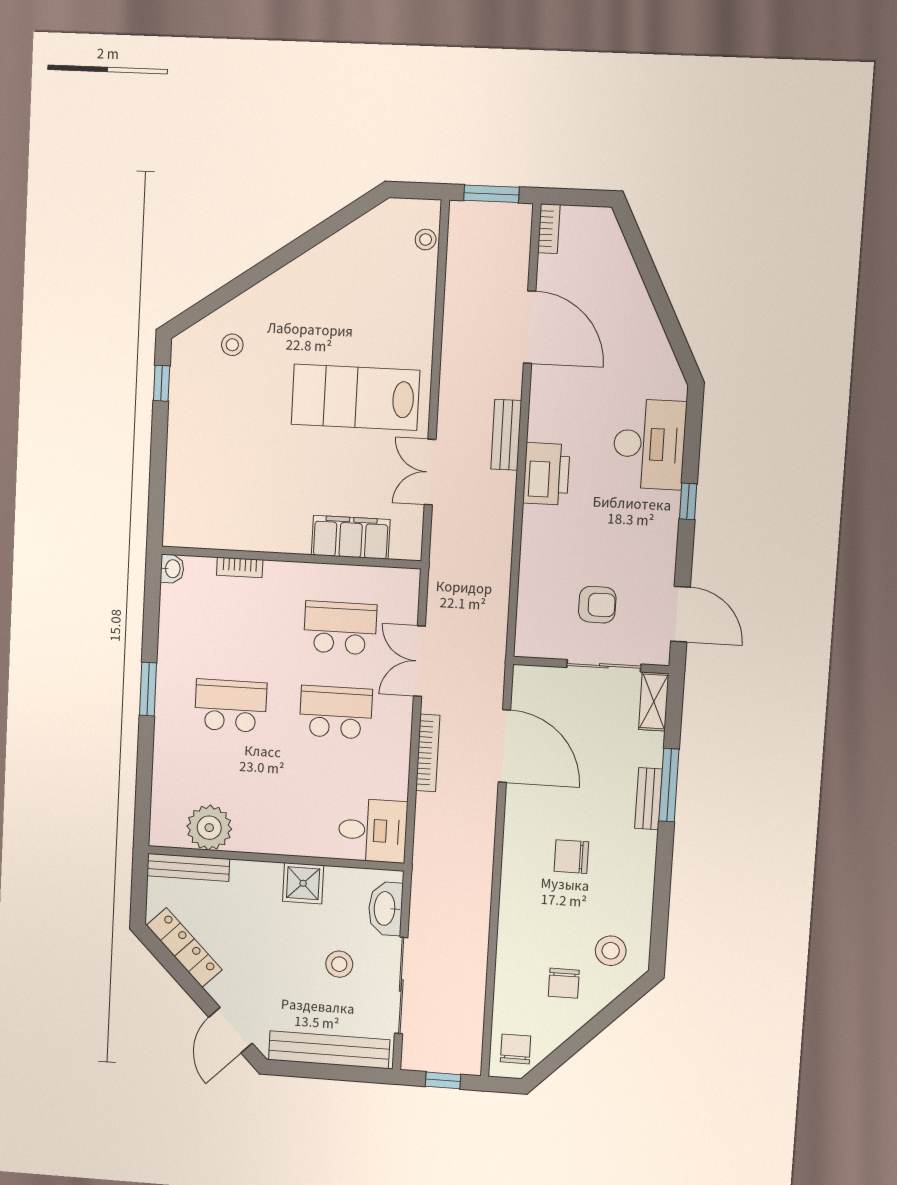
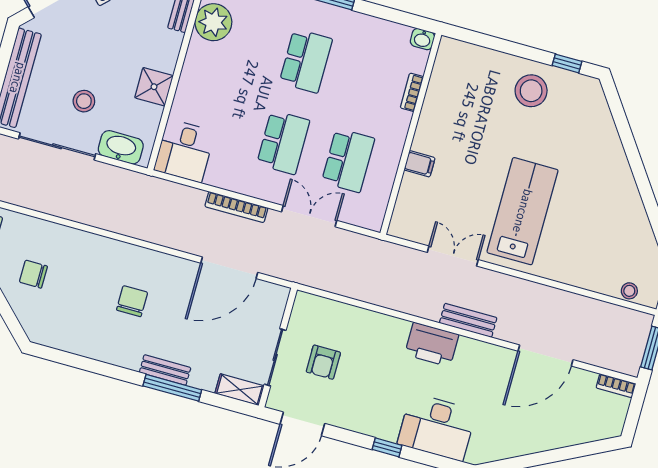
stool: (232, 345) -> (531, 91), moved, width x1.89, depth x1.89
filing cabinet: (351, 537) -> (420, 164), width x0.33, depth x0.86
stool: (611, 951) -> (52, 316), removed

